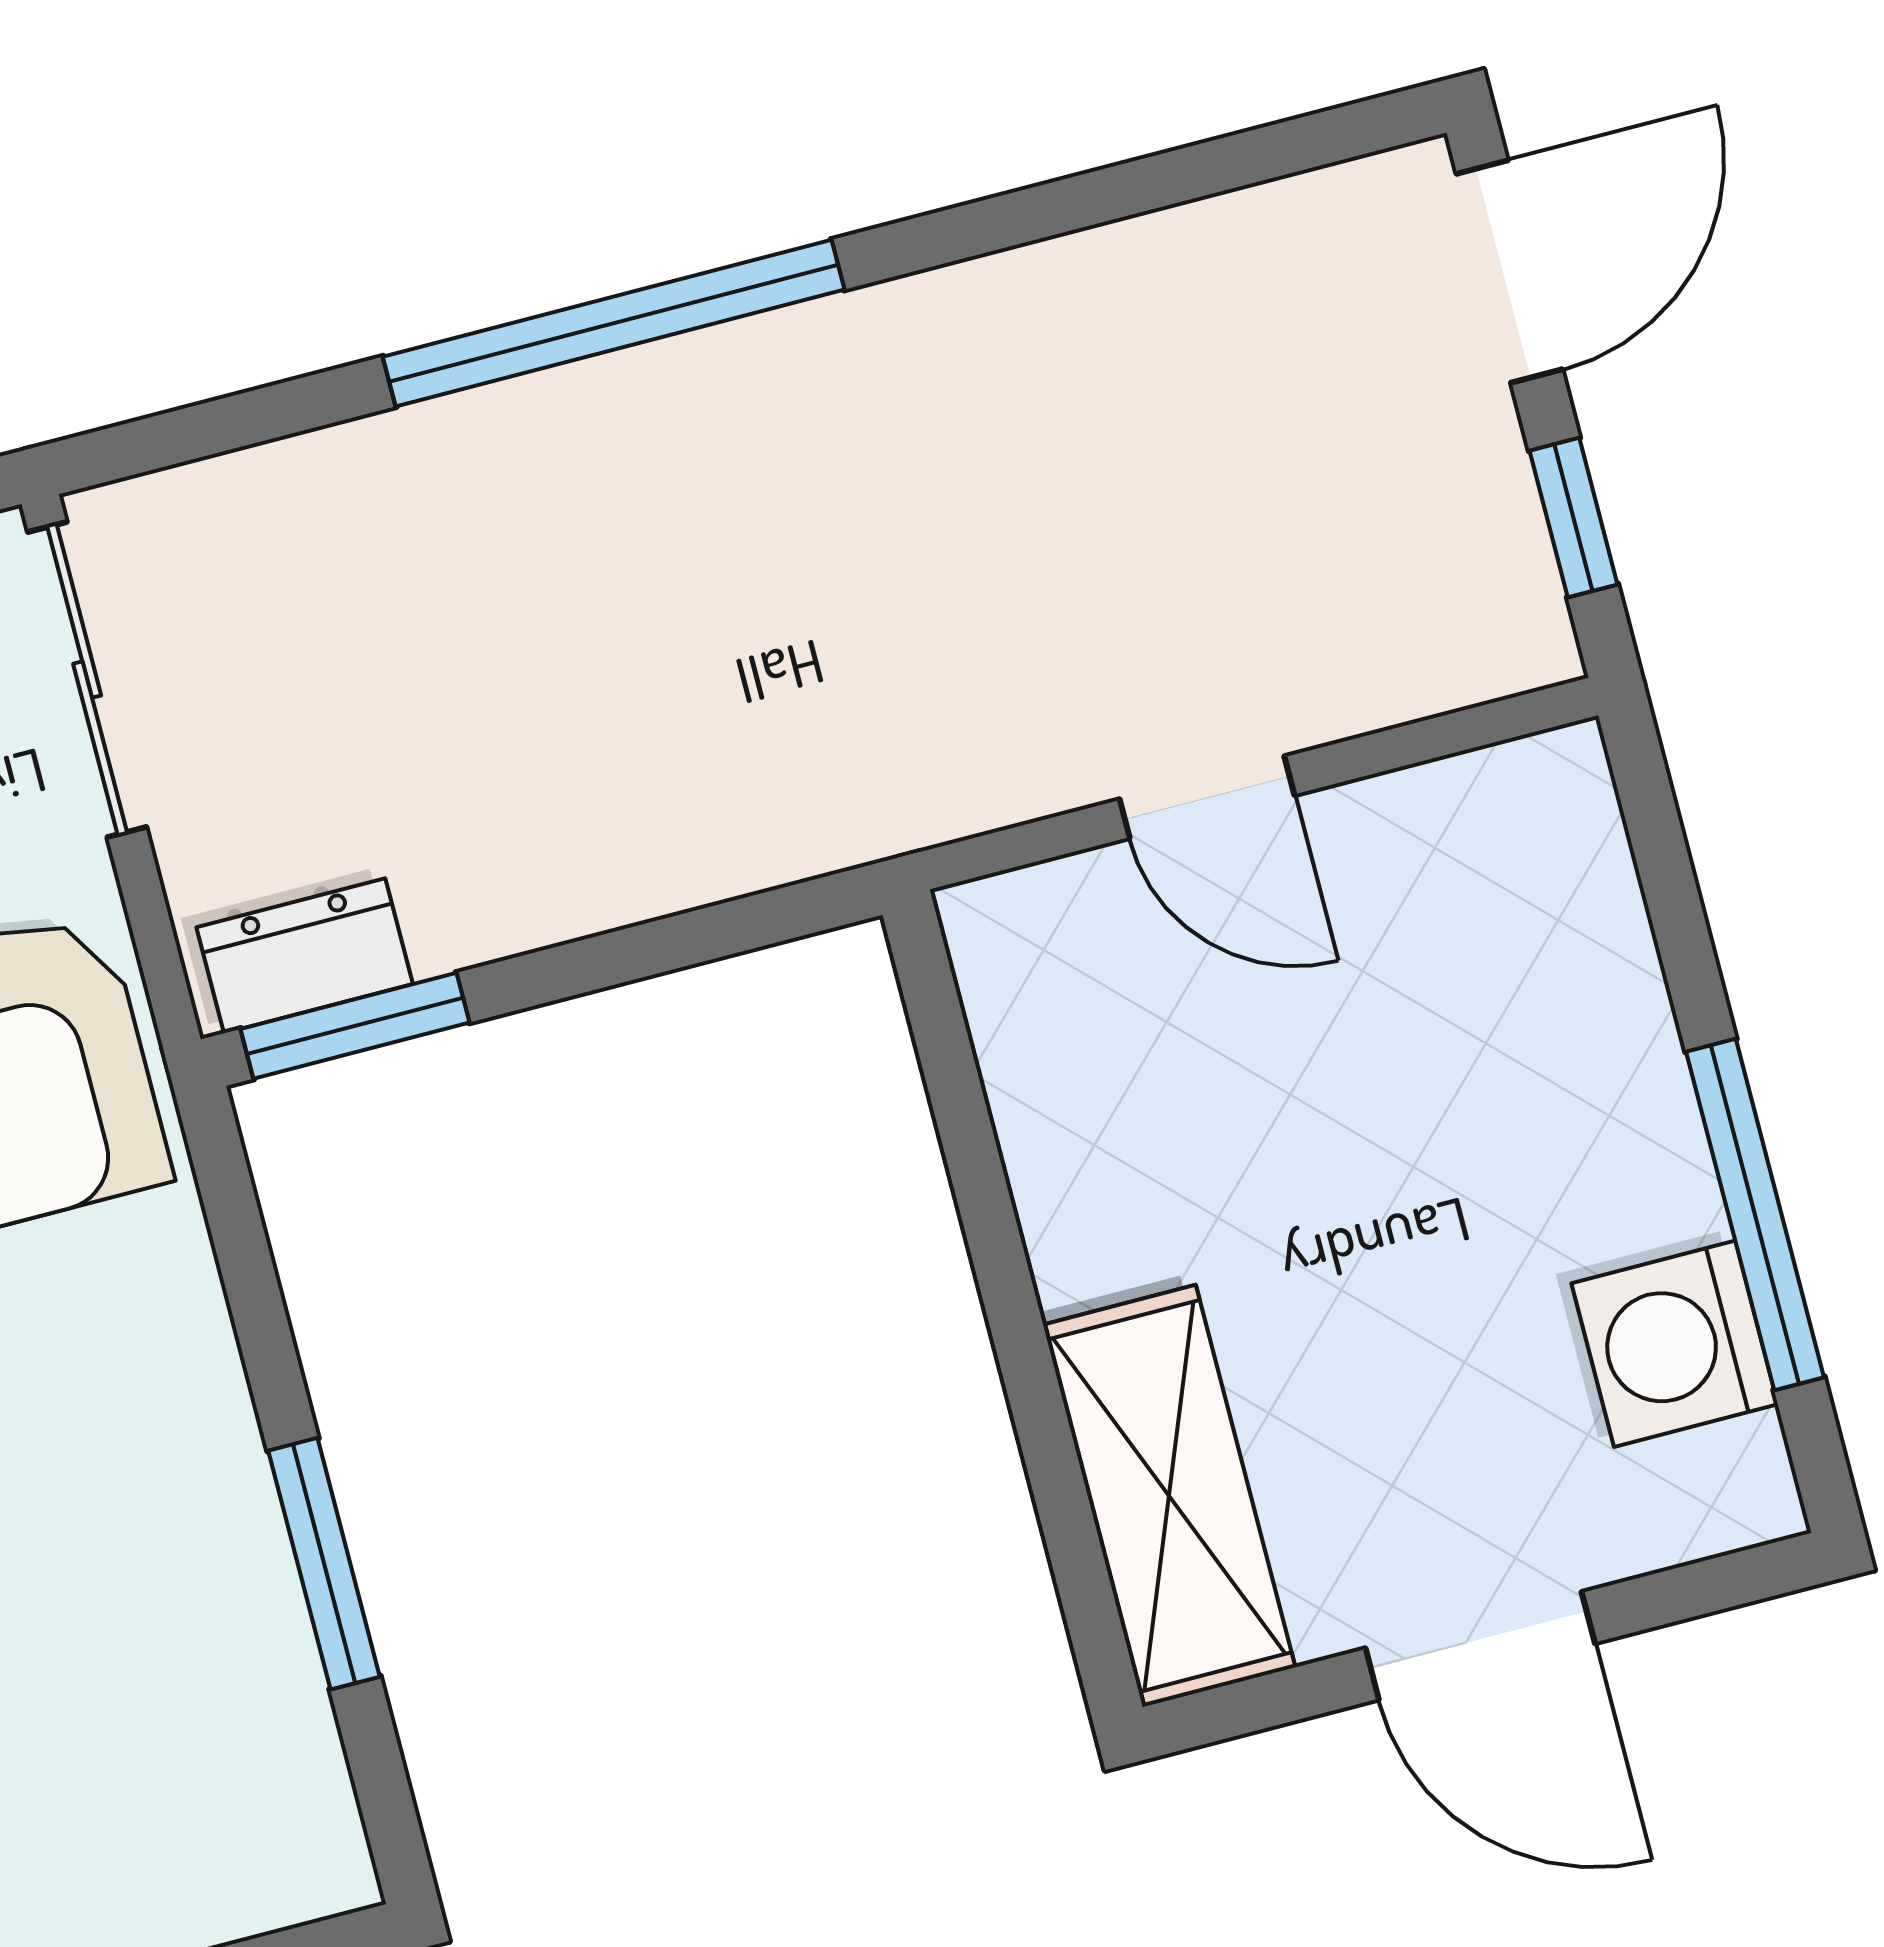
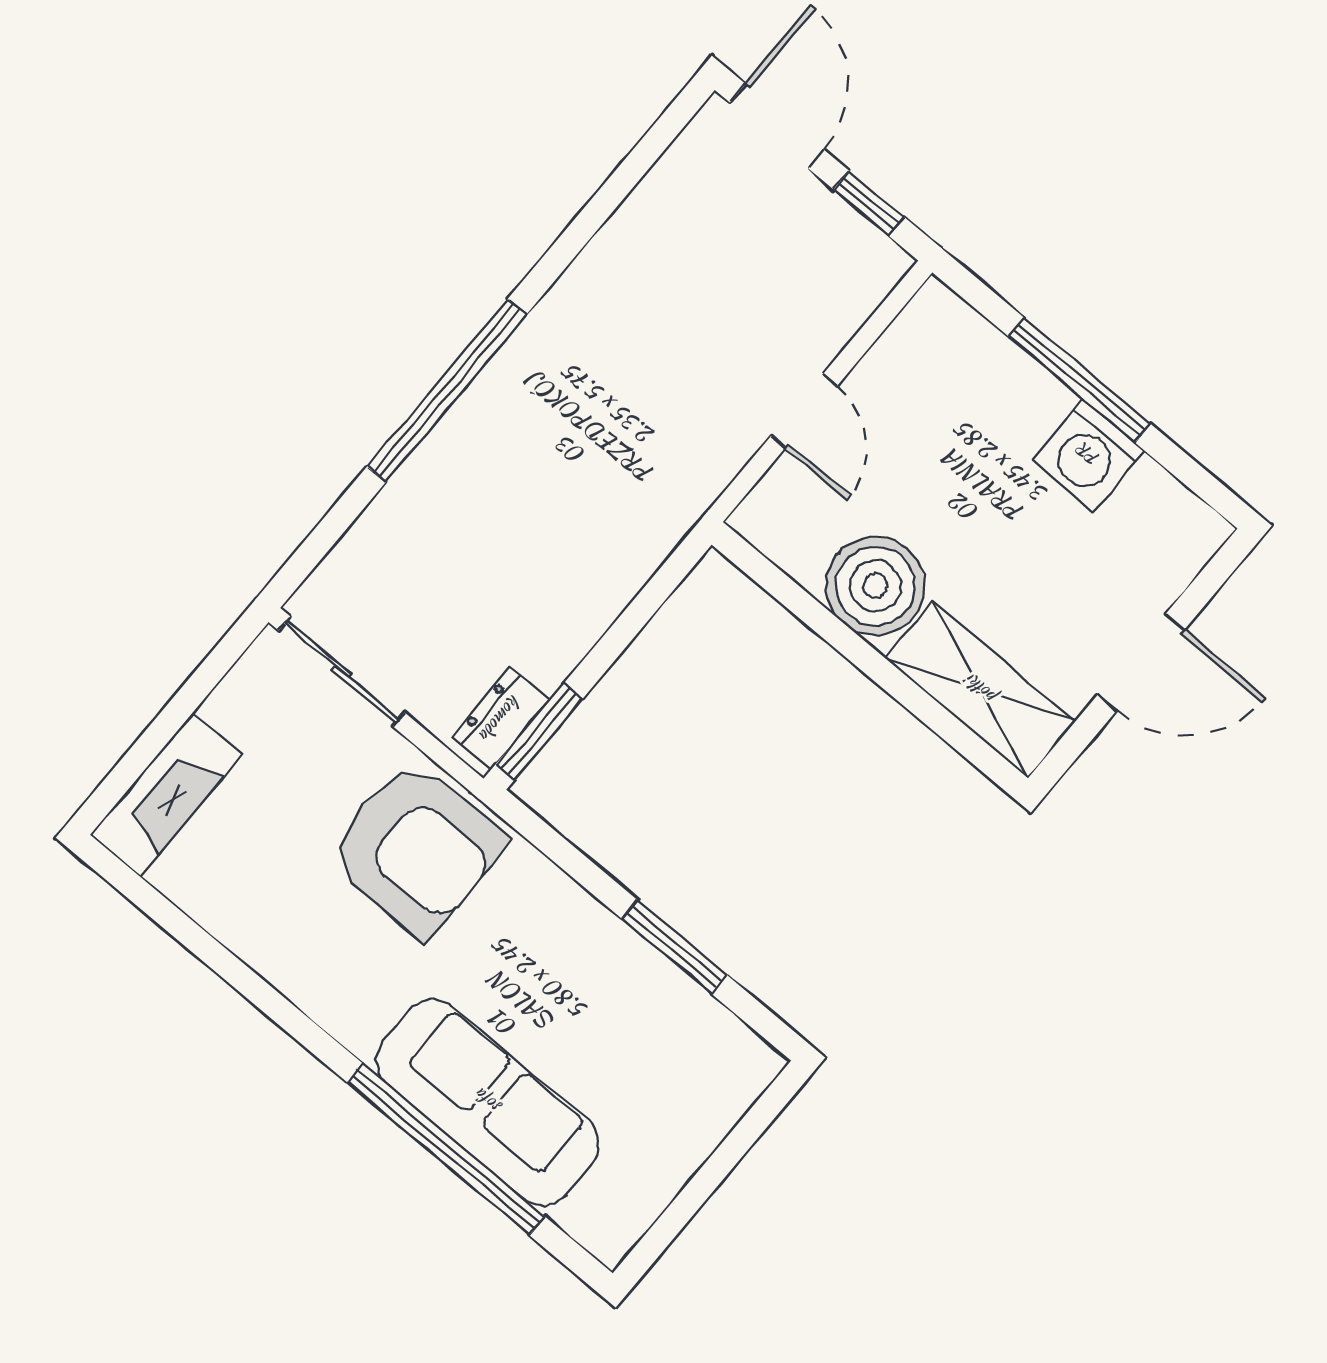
door: (1207, 797) -> (804, 411), hinge flipped
boiler: (1115, 1187) -> (875, 586), added
window: (1755, 1214) -> (1079, 380), moved
washing machine: (1675, 1344) -> (1088, 455), moved

